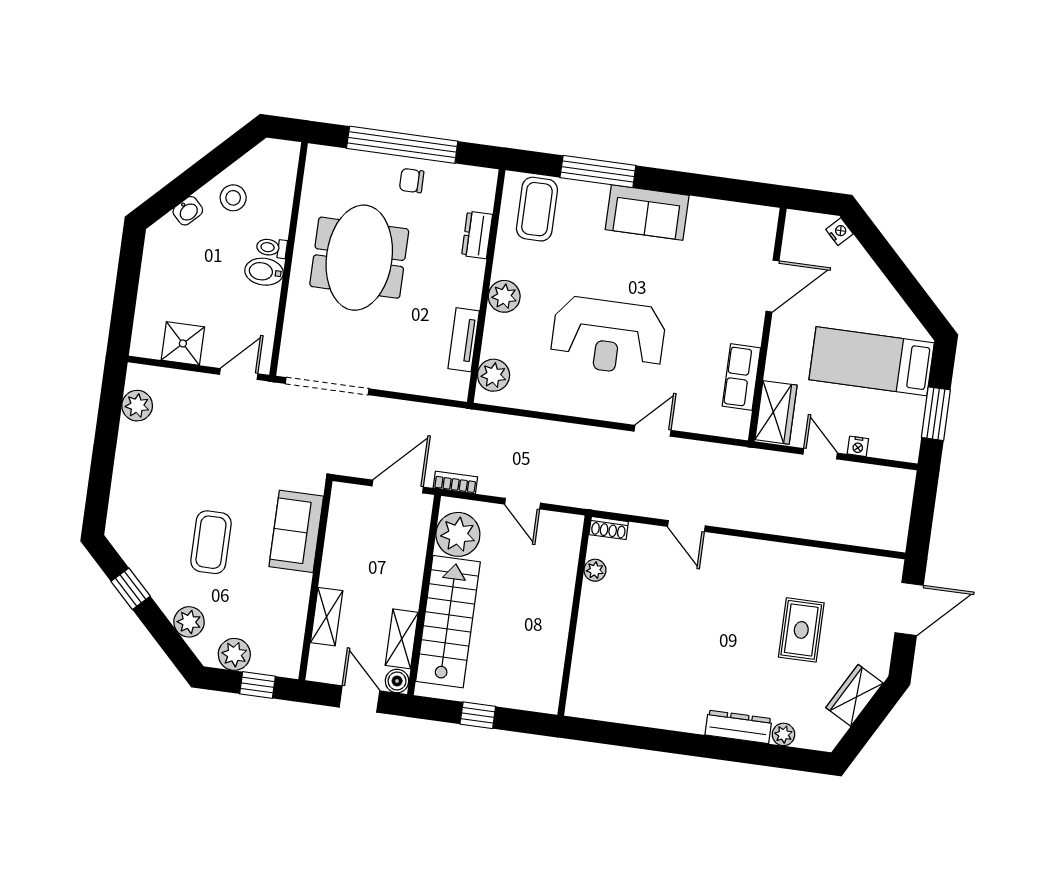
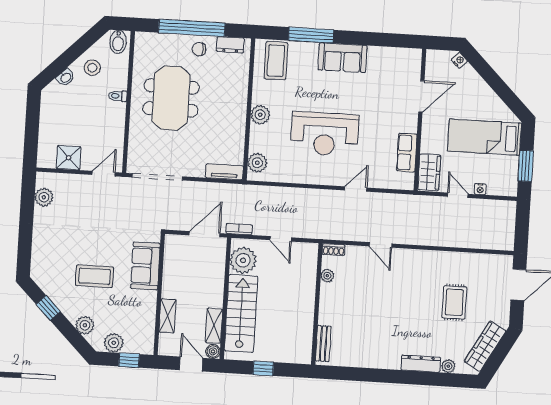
dresser: (477, 235) -> (230, 45), moved, turned -90
bidet: (264, 272) -> (118, 42), moved, turned -90
tv unit: (464, 340) -> (224, 172), moved, turned 90
coffee table: (211, 542) -> (95, 276), turned 90
bench: (580, 682) -> (323, 344), added
wardrobe: (855, 695) -> (485, 346), width x1.50

